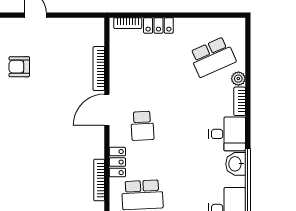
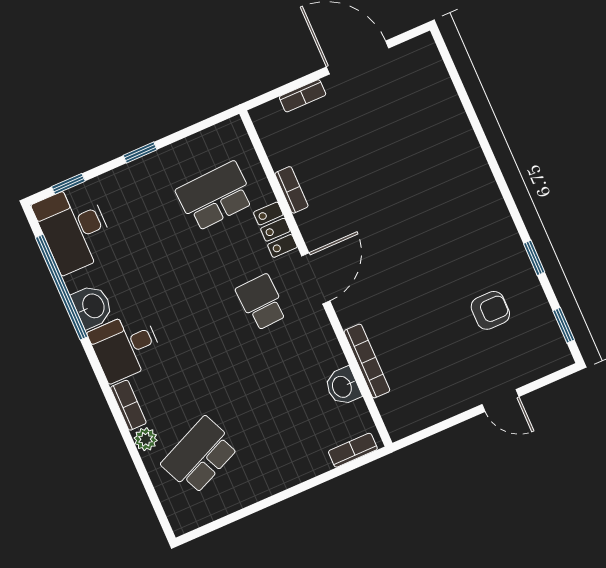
locker: (158, 25) -> (304, 467), removed
washbasin: (118, 60) -> (343, 386), added
door: (107, 110) -> (316, 278), moved
bookcase: (99, 180) -> (292, 190), width x0.64

